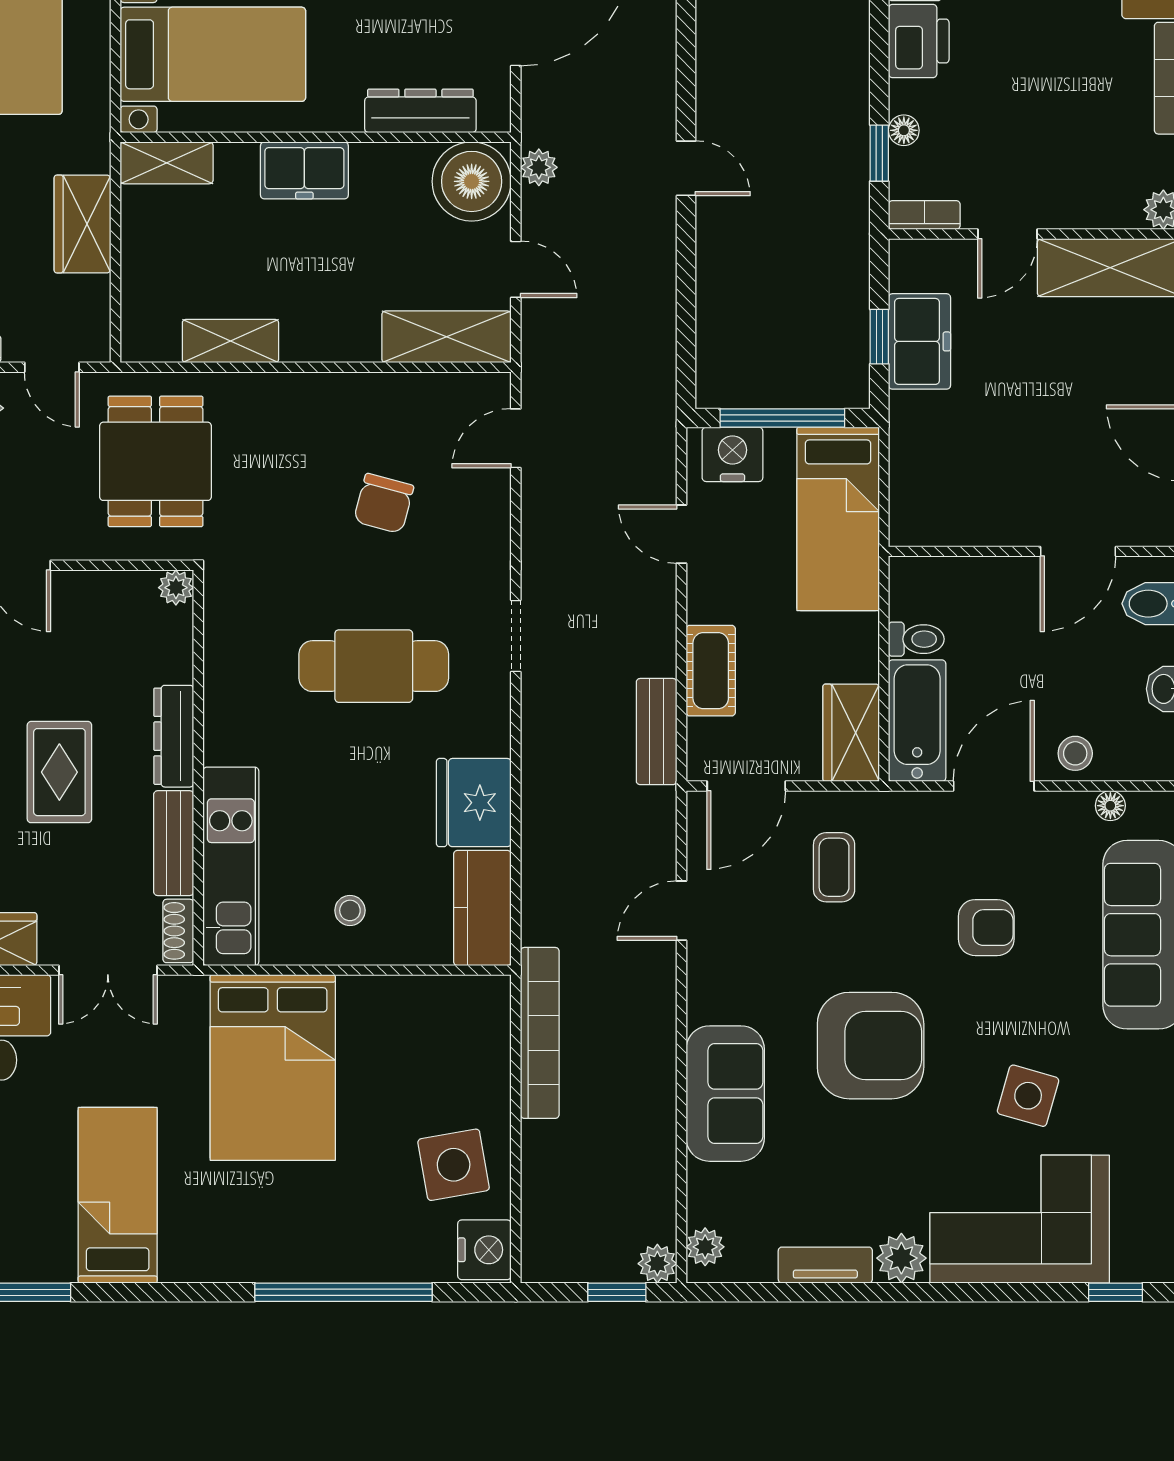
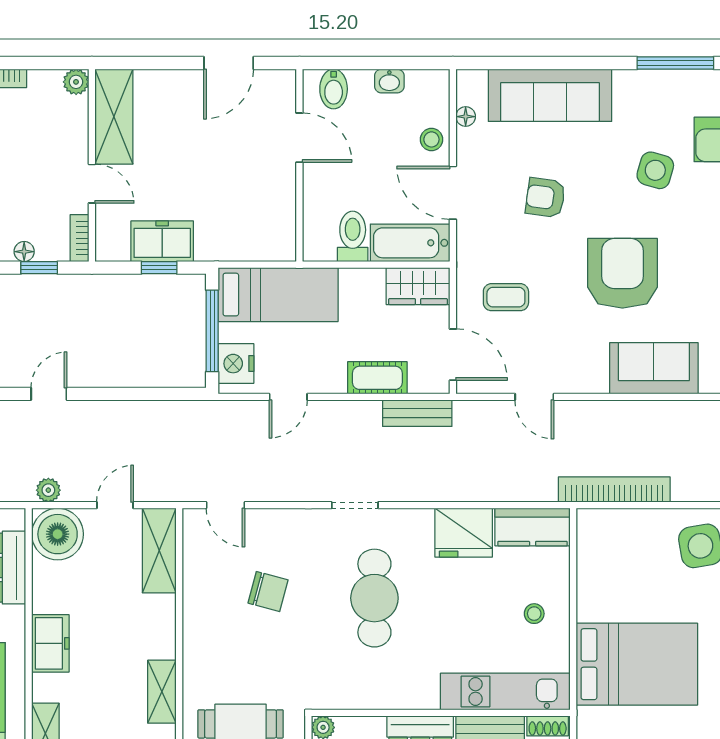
toilet: (916, 639) -> (353, 236), width x1.37, depth x1.39
armchair: (986, 928) -> (545, 198), turned -82

